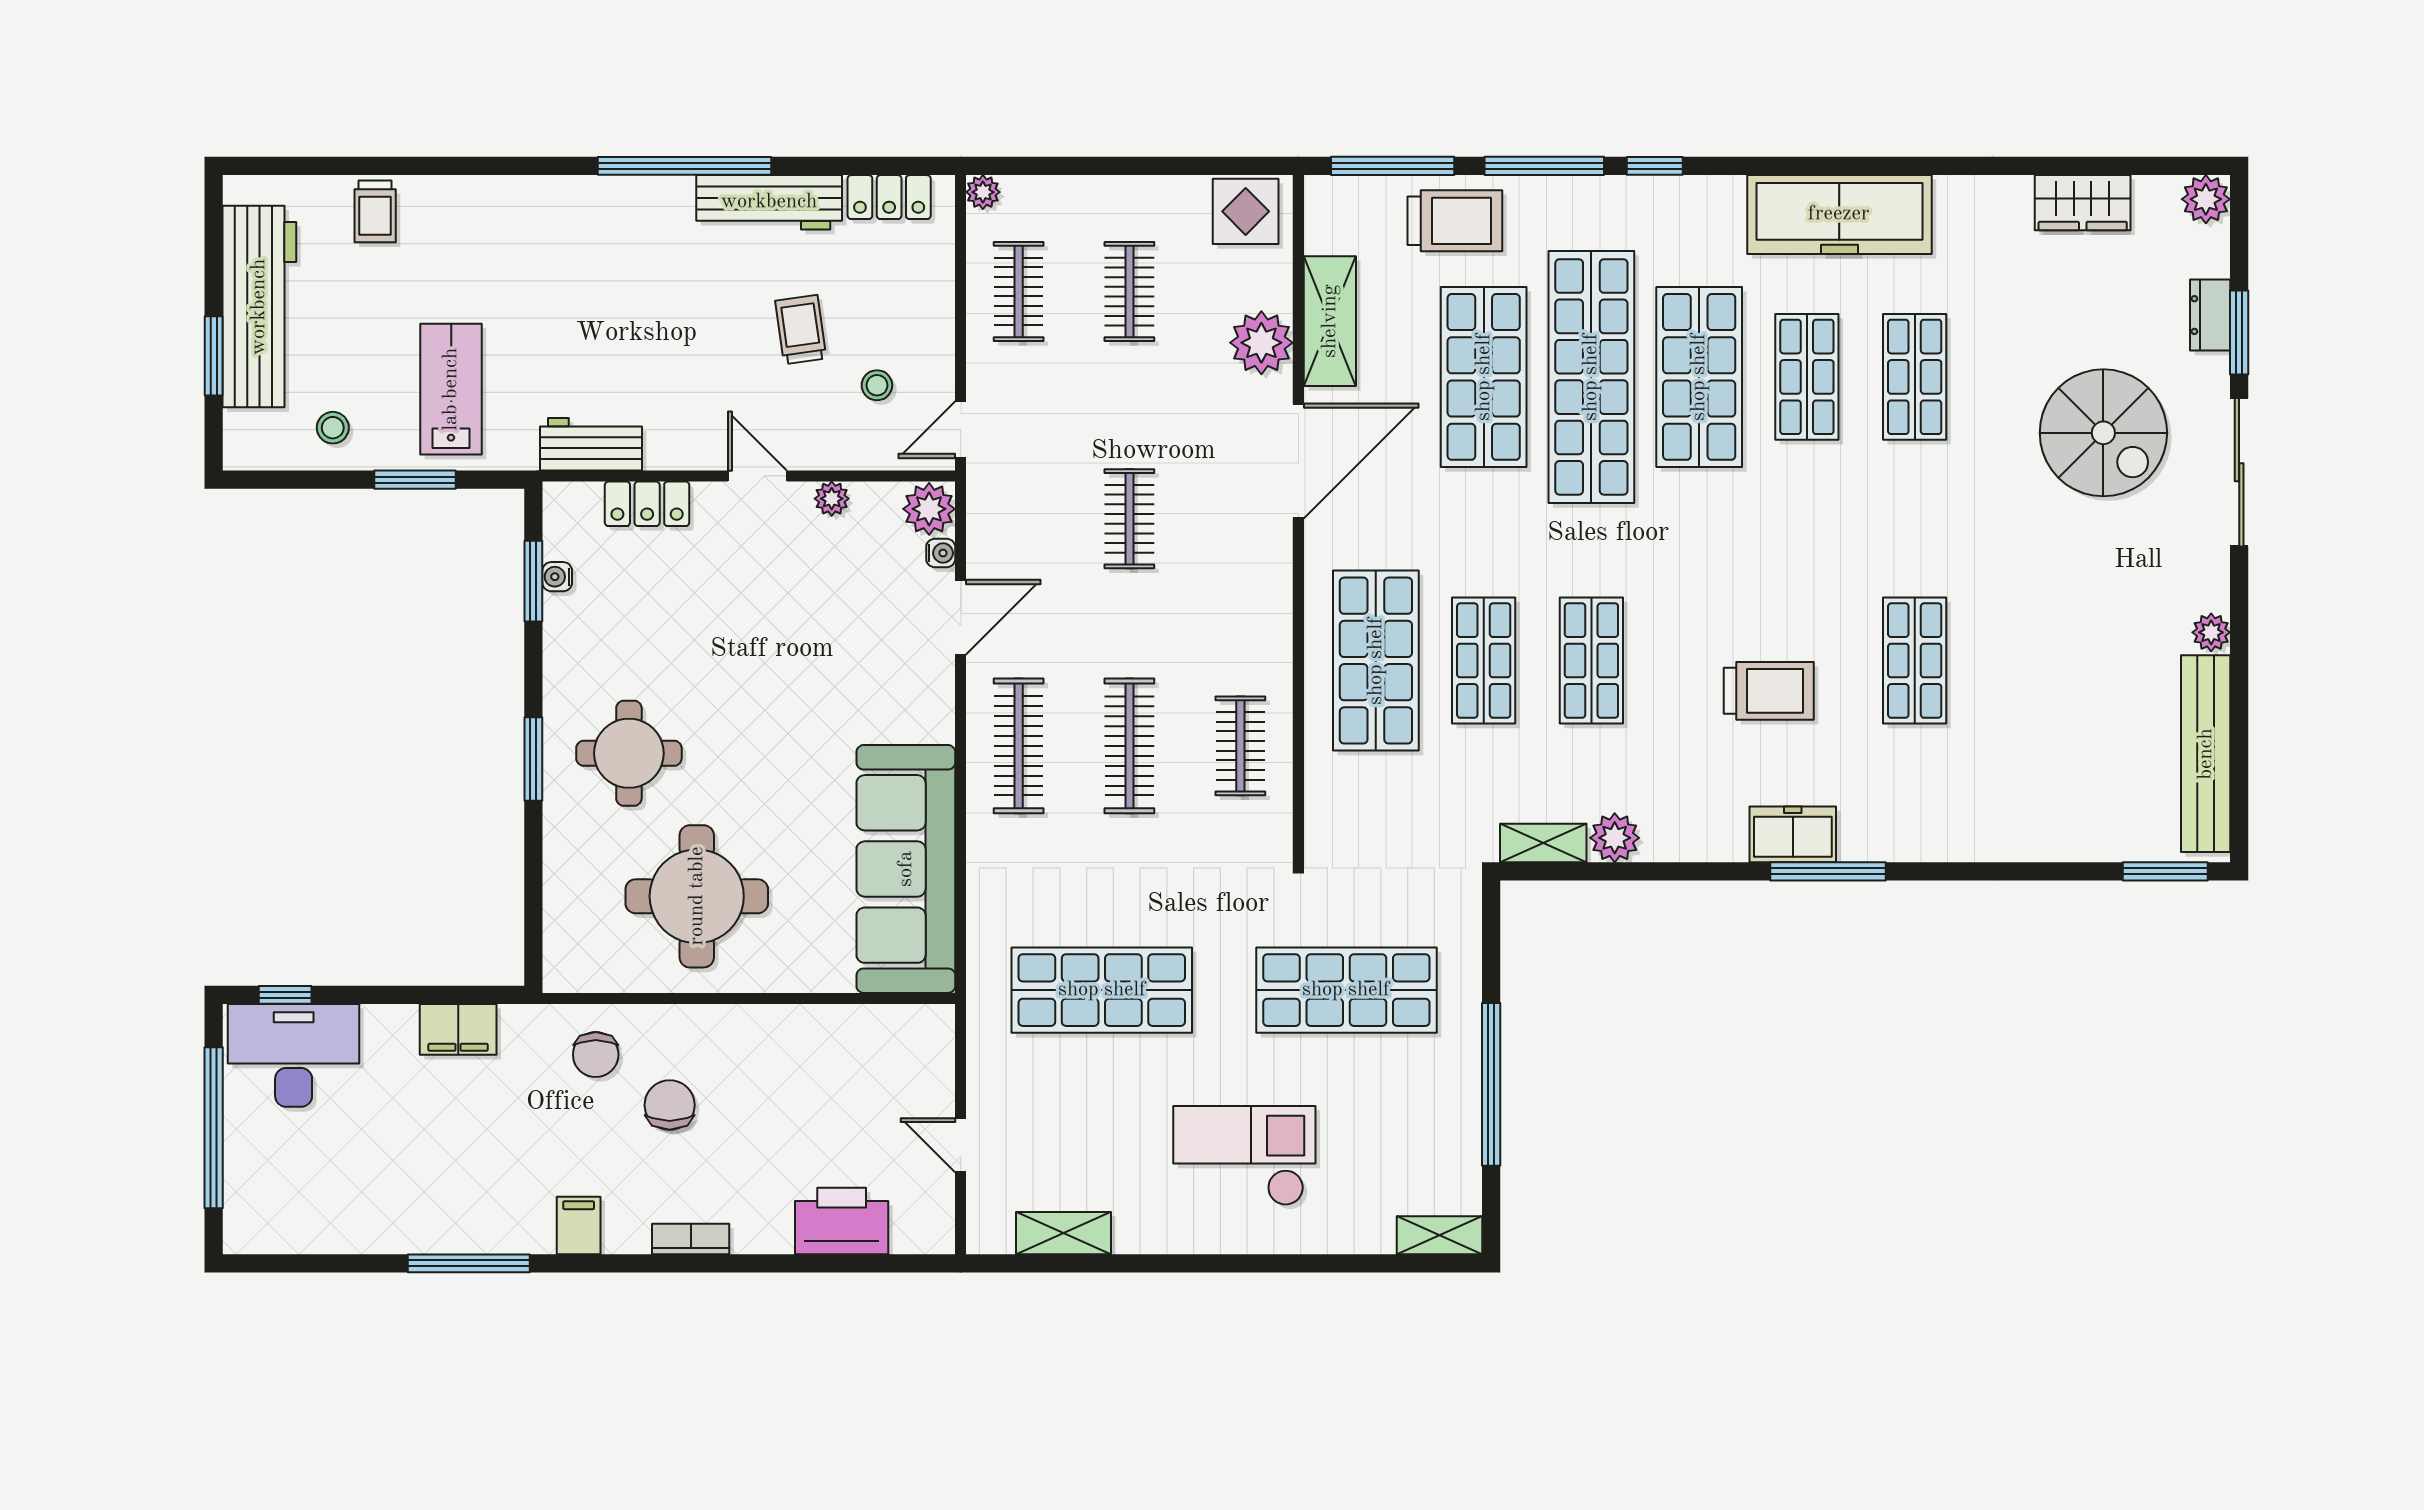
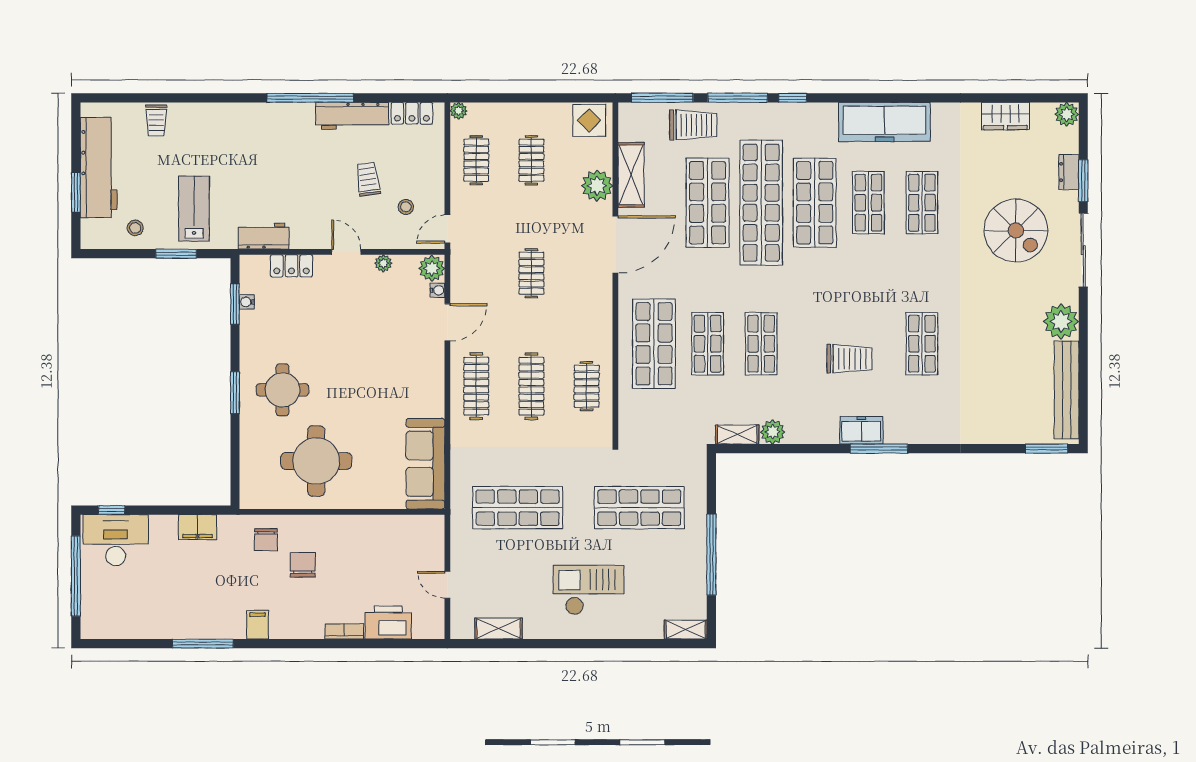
plant: (2211, 632) -> (1061, 321), width x1.88, depth x1.88
sofa: (906, 869) -> (425, 464), width x0.74, depth x0.79
bookcase: (691, 1239) -> (344, 631), moved

